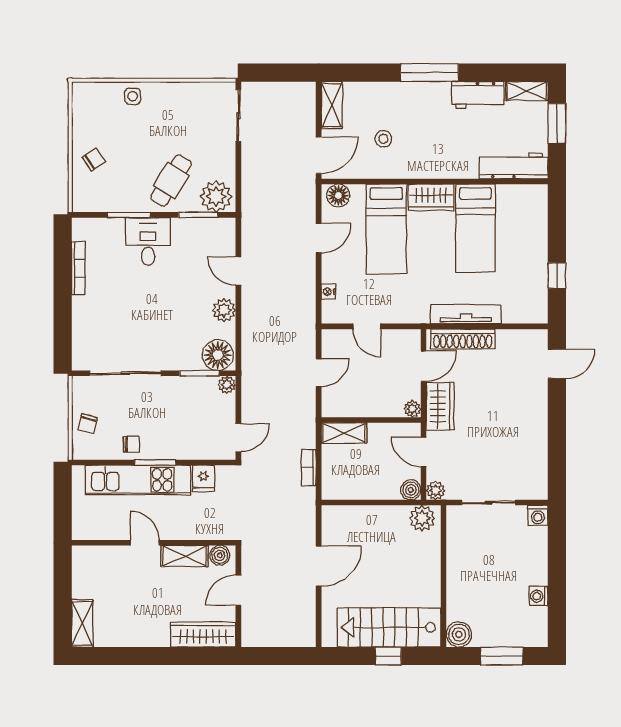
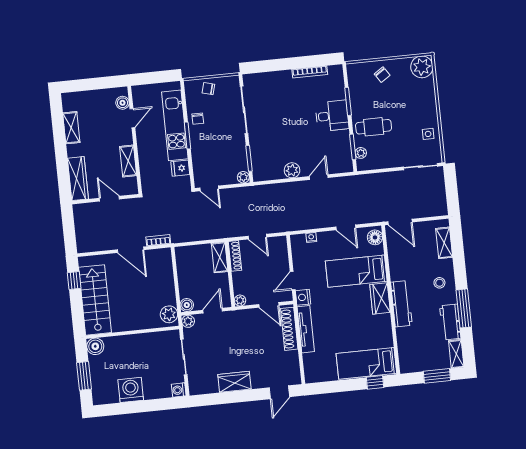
window: (429, 73) -> (464, 308), moved
side table: (133, 96) -> (428, 134), moved
plant: (88, 98) -> (422, 67), added
shelving: (332, 105) -> (444, 243), moved, turned 90
stool: (383, 139) -> (439, 283), moved
workbench: (514, 166) -> (401, 304), moved
cafe table: (171, 180) -> (374, 127), turned -32
plant: (216, 196) -> (361, 153), width x0.53, depth x0.53
bed: (475, 228) -> (366, 363), moved
window: (557, 276) -> (375, 382), moved
nightstand: (417, 313) -> (303, 297), added
door: (367, 326) -> (293, 281), moved
floor lamp: (218, 355) -> (262, 169), removed
door: (557, 364) -> (279, 392), hinge flipped
wardrobe: (440, 406) -> (234, 382), moved, turned 180
shoe rack: (344, 410) -> (235, 256), added
bookcase: (309, 468) -> (158, 240), moved
door: (145, 543) -> (132, 118), moved
boiler: (220, 555) -> (123, 103), moved
washing machine: (539, 596) -> (131, 390), width x1.89, depth x1.89
shelving: (82, 623) -> (71, 128), moved, turned 90
window: (388, 656) -> (74, 280), moved

